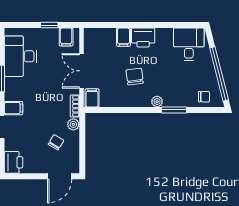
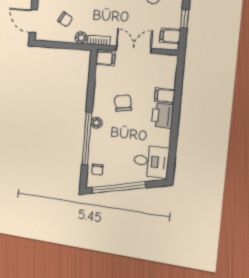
chair: (135, 77) -> (123, 103), turned -93
window: (174, 110) -> (87, 139), width x2.11

